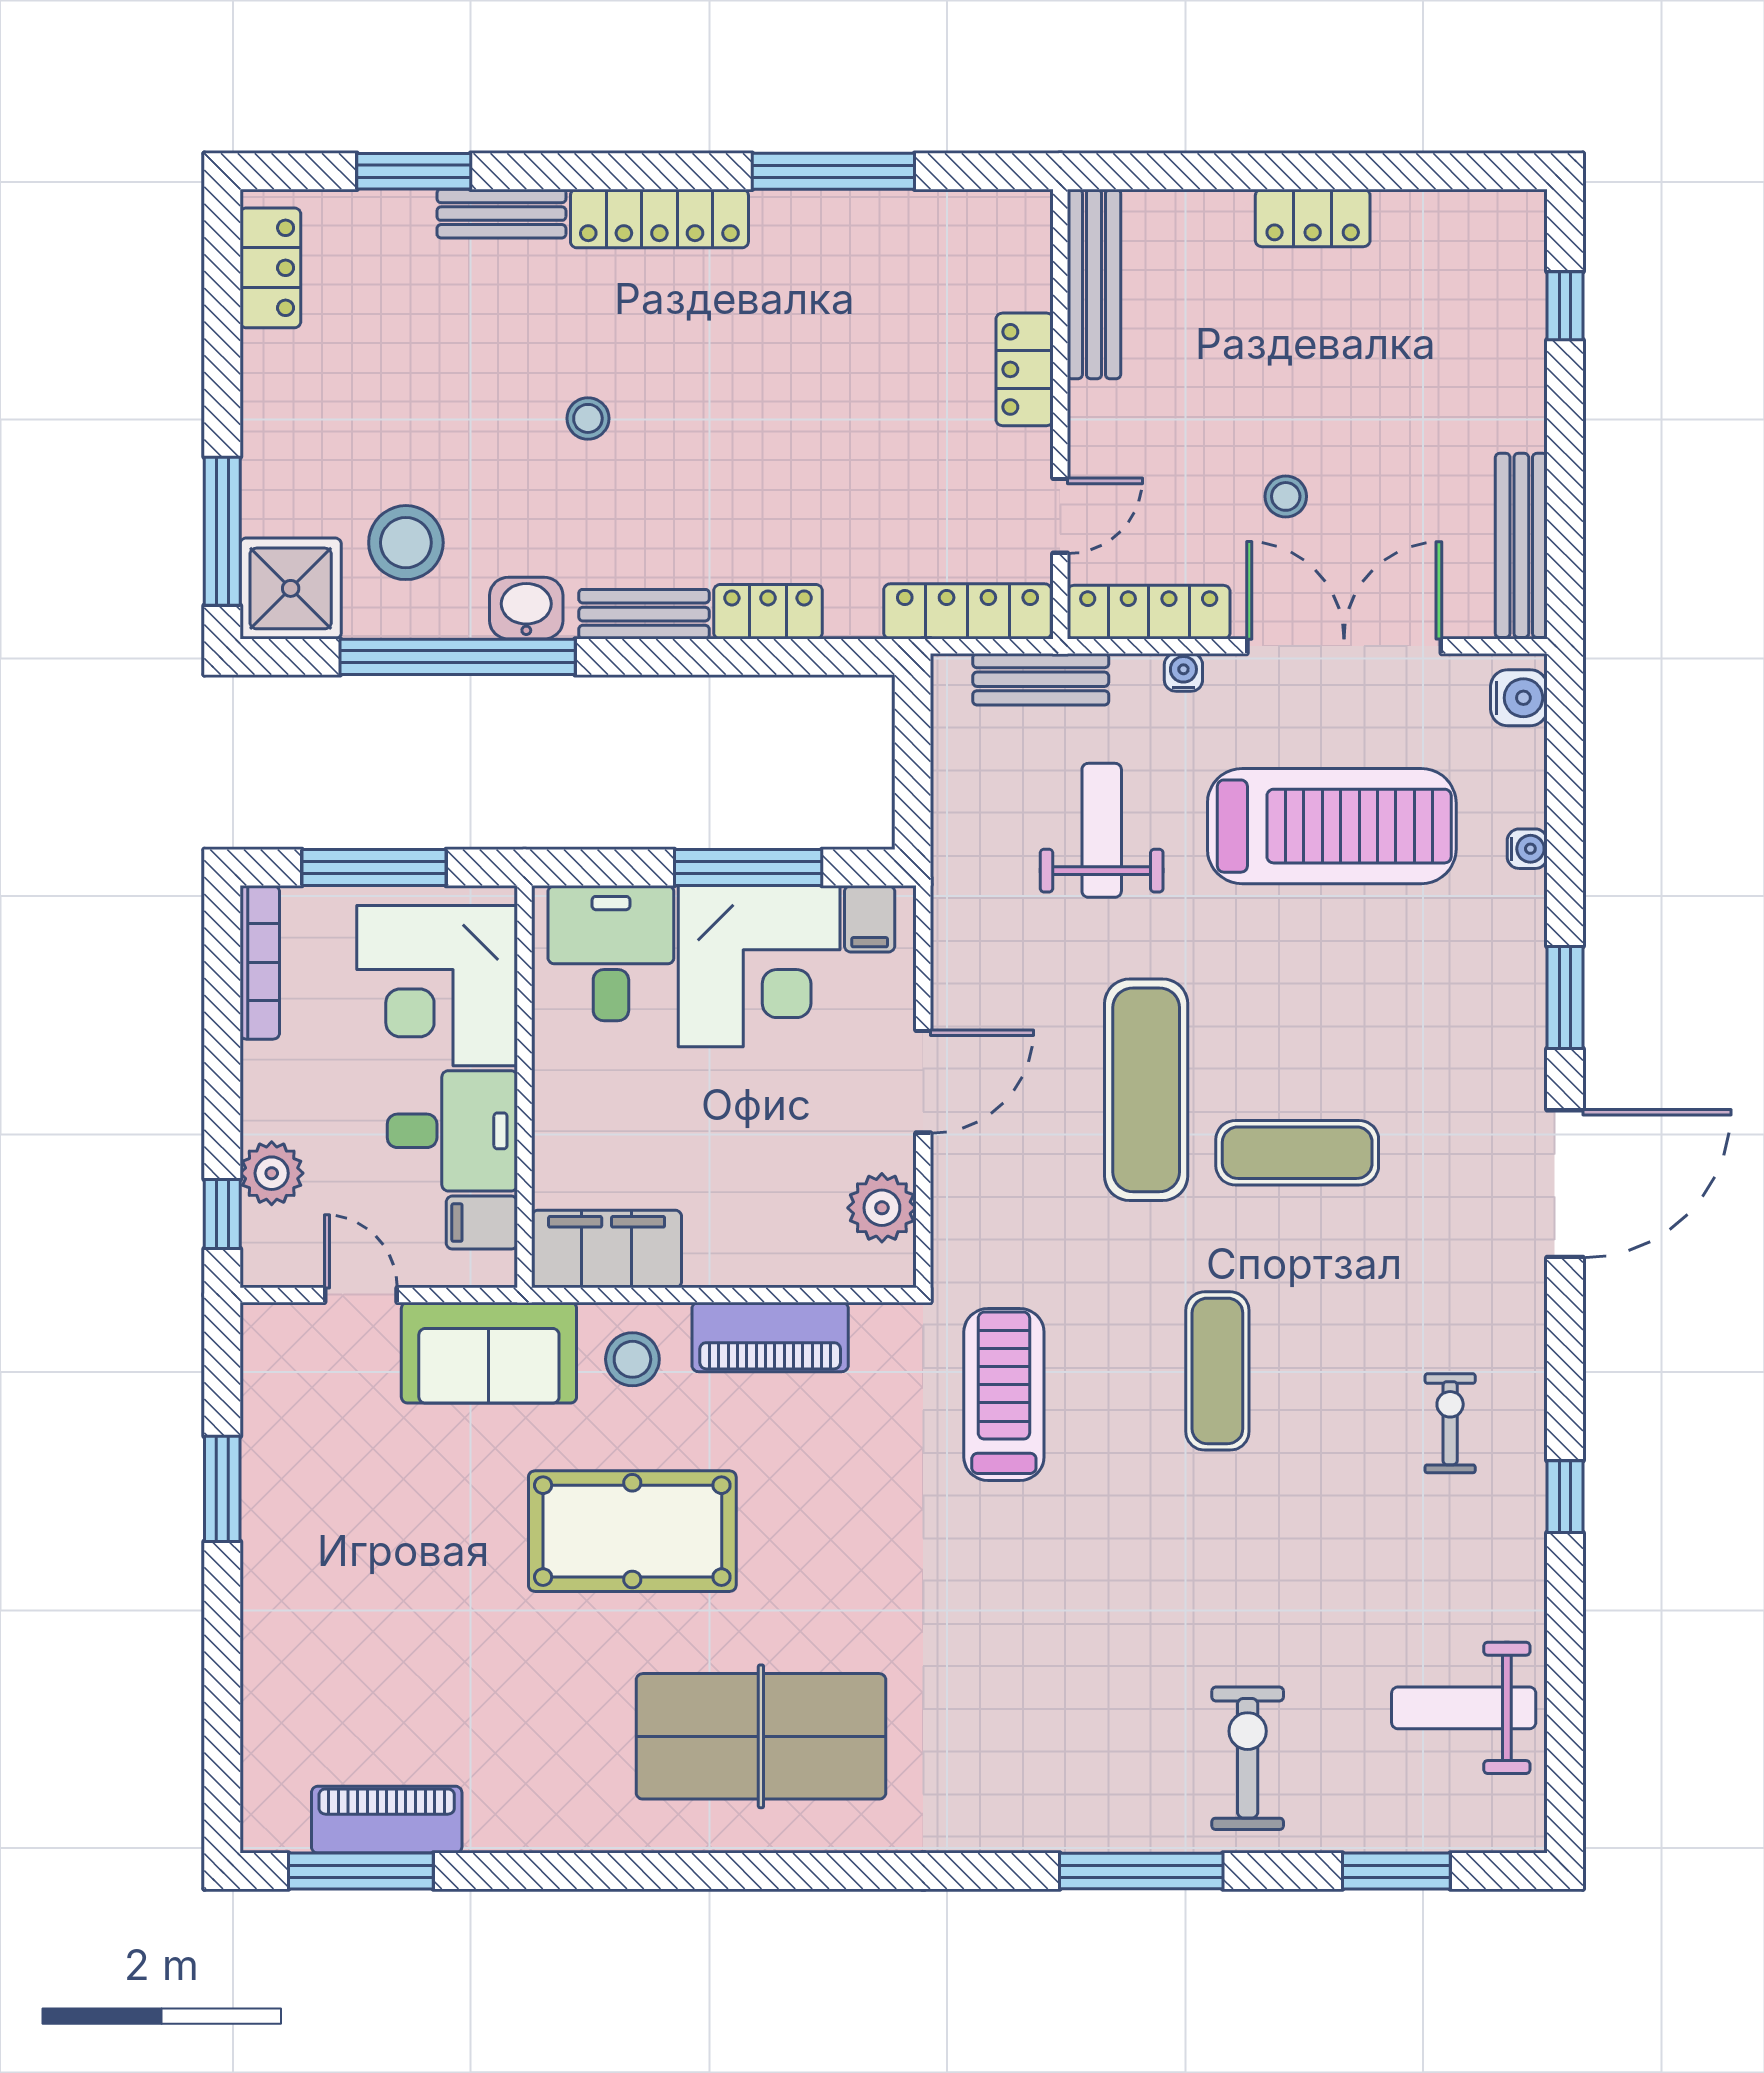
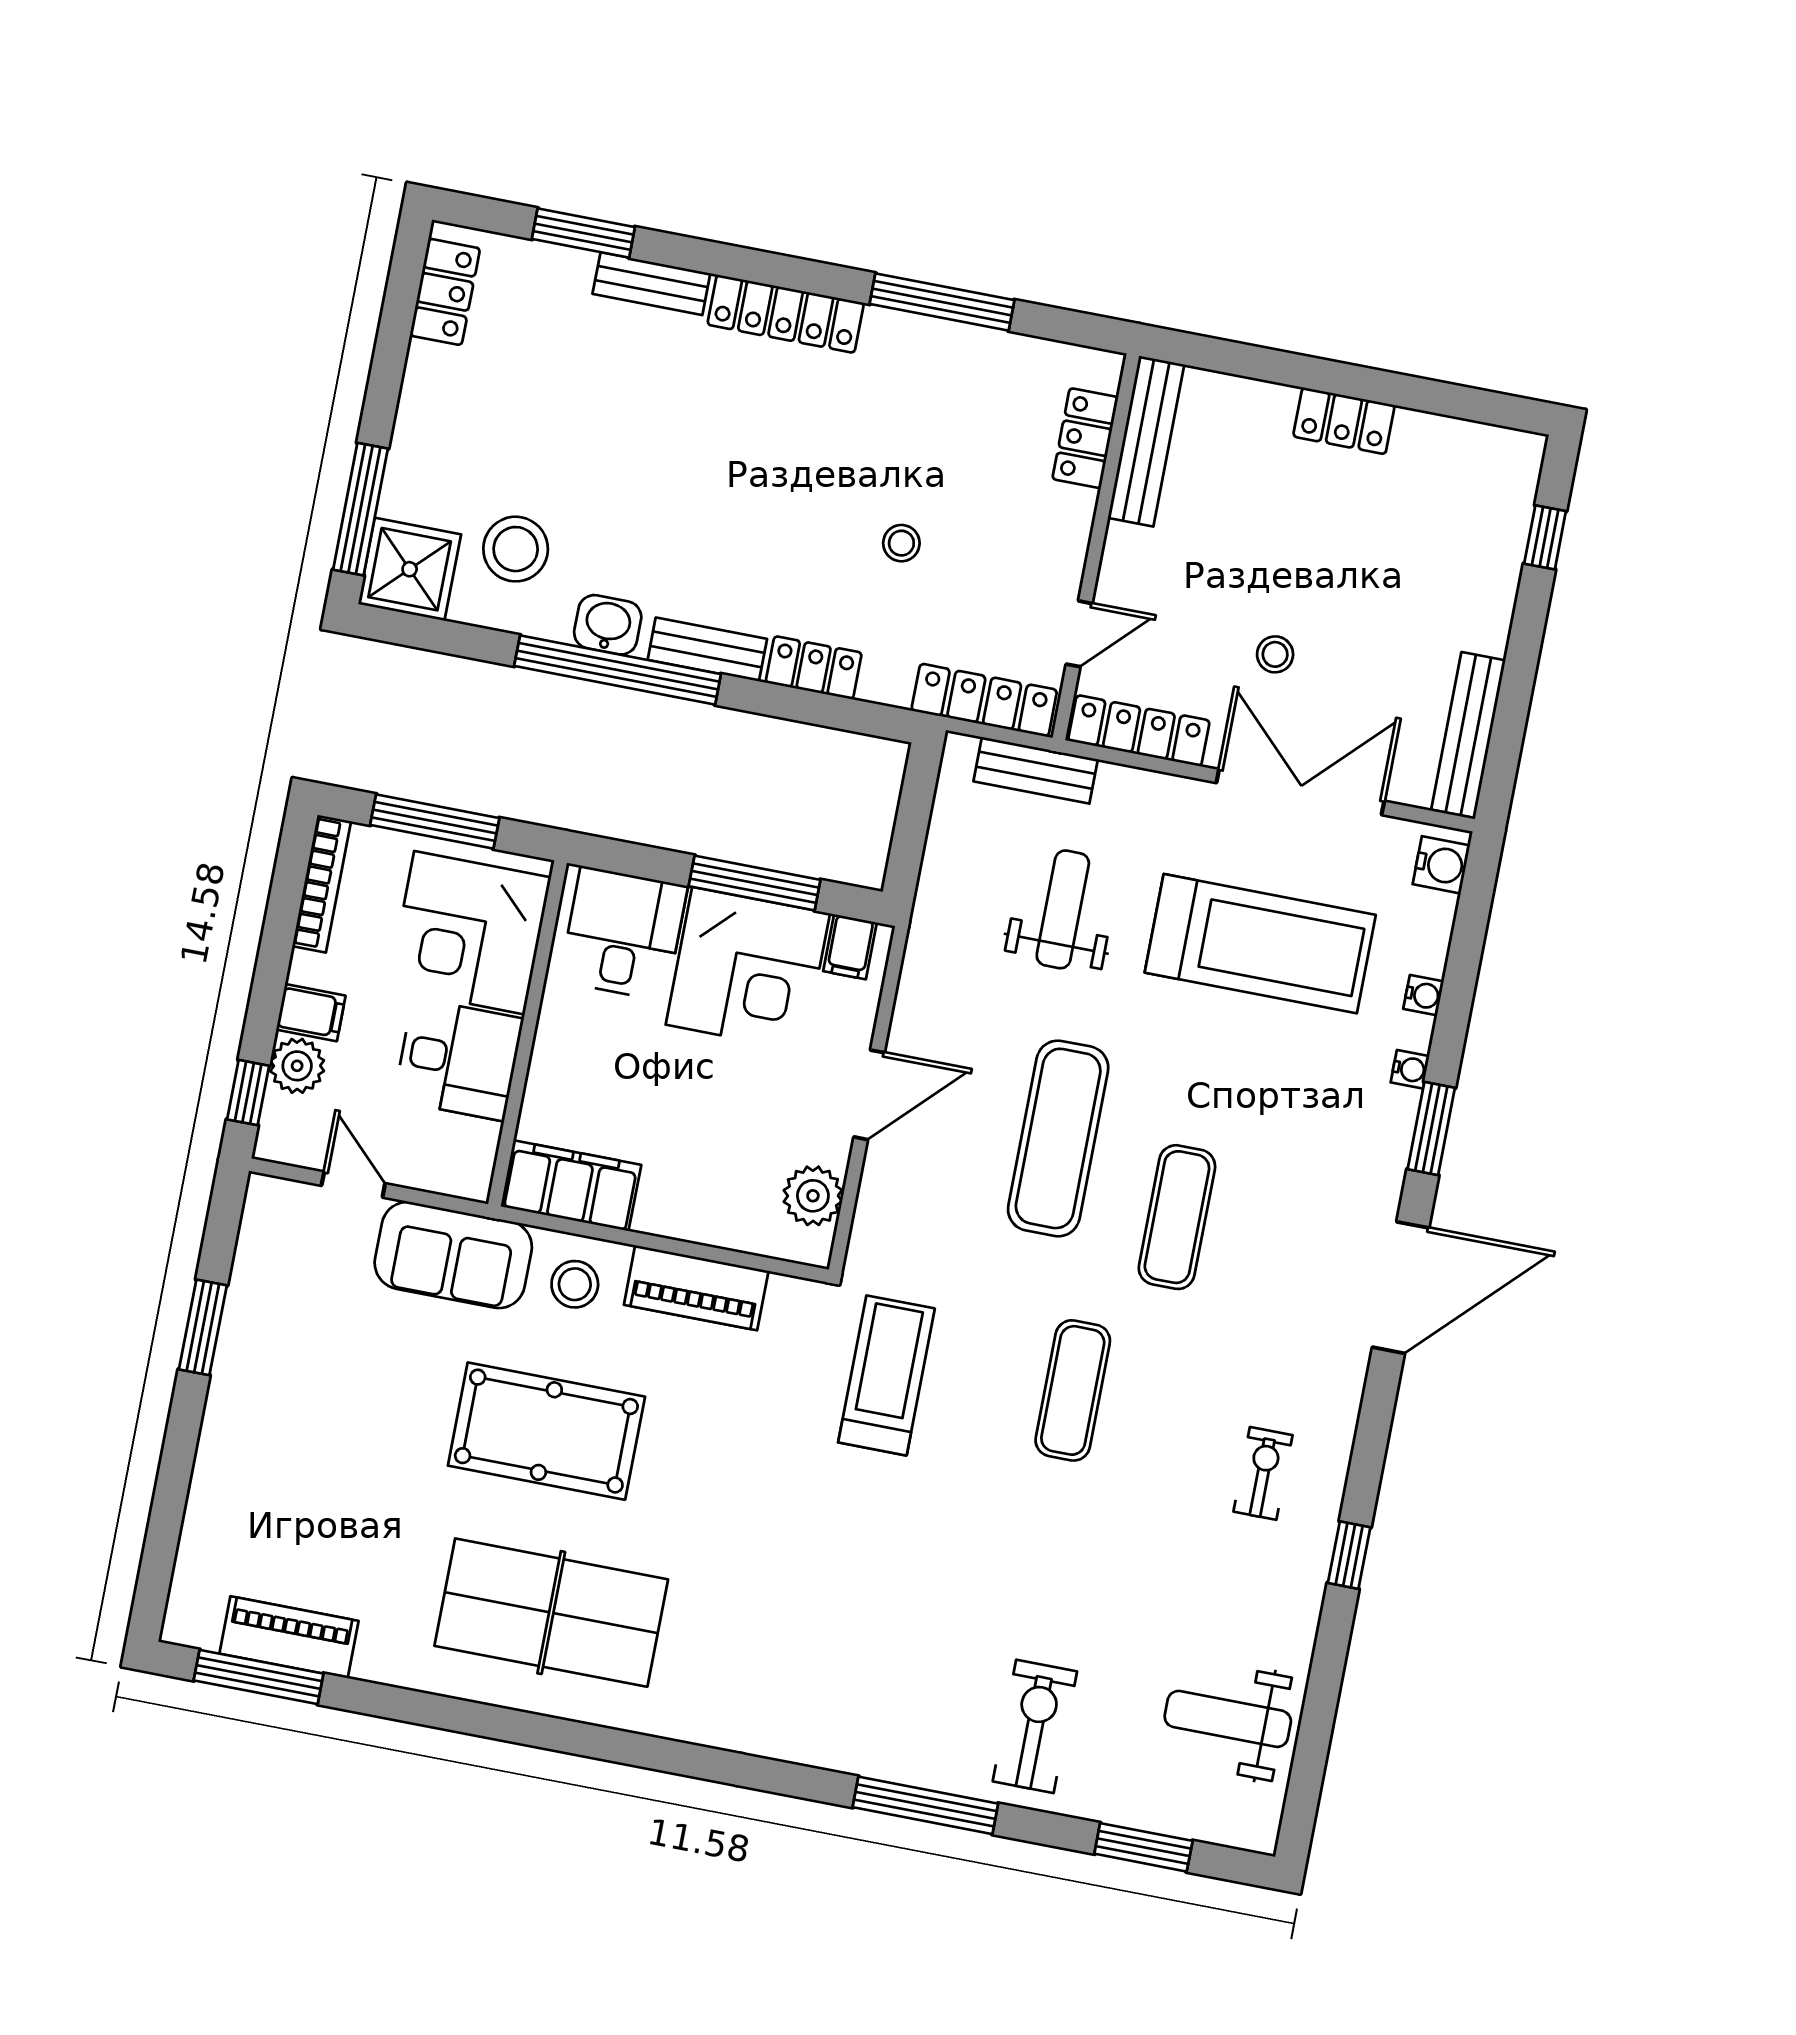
locker: (1025, 369) -> (1085, 438), moved
stool: (588, 418) -> (901, 543), moved
window: (458, 657) -> (618, 670), moved
water cooler: (1183, 672) -> (1410, 1069), moved, turned 90
exercise mat: (1297, 1153) -> (1177, 1217), turned 90
filing cabinet: (482, 1223) -> (311, 1013), moved, turned 180
table tennis table: (761, 1736) -> (551, 1613), moved

